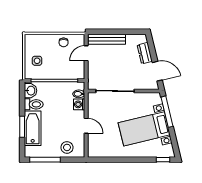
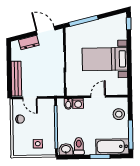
door: (157, 71) -> (46, 31), hinge flipped
bathtub: (33, 128) -> (112, 147), moved
bed with nightstands: (144, 129) -> (105, 59), moved, turned 103

